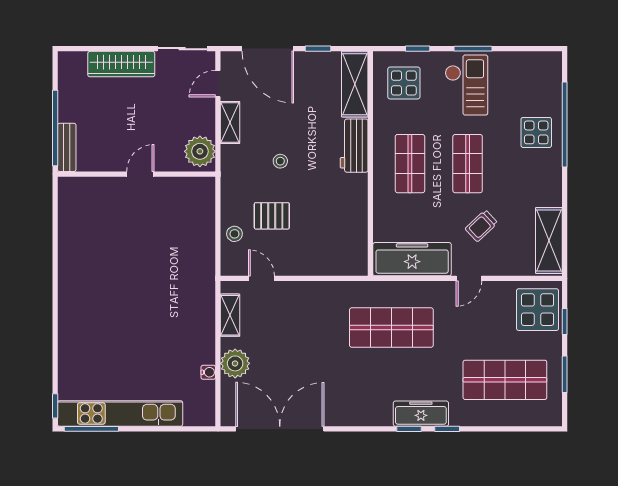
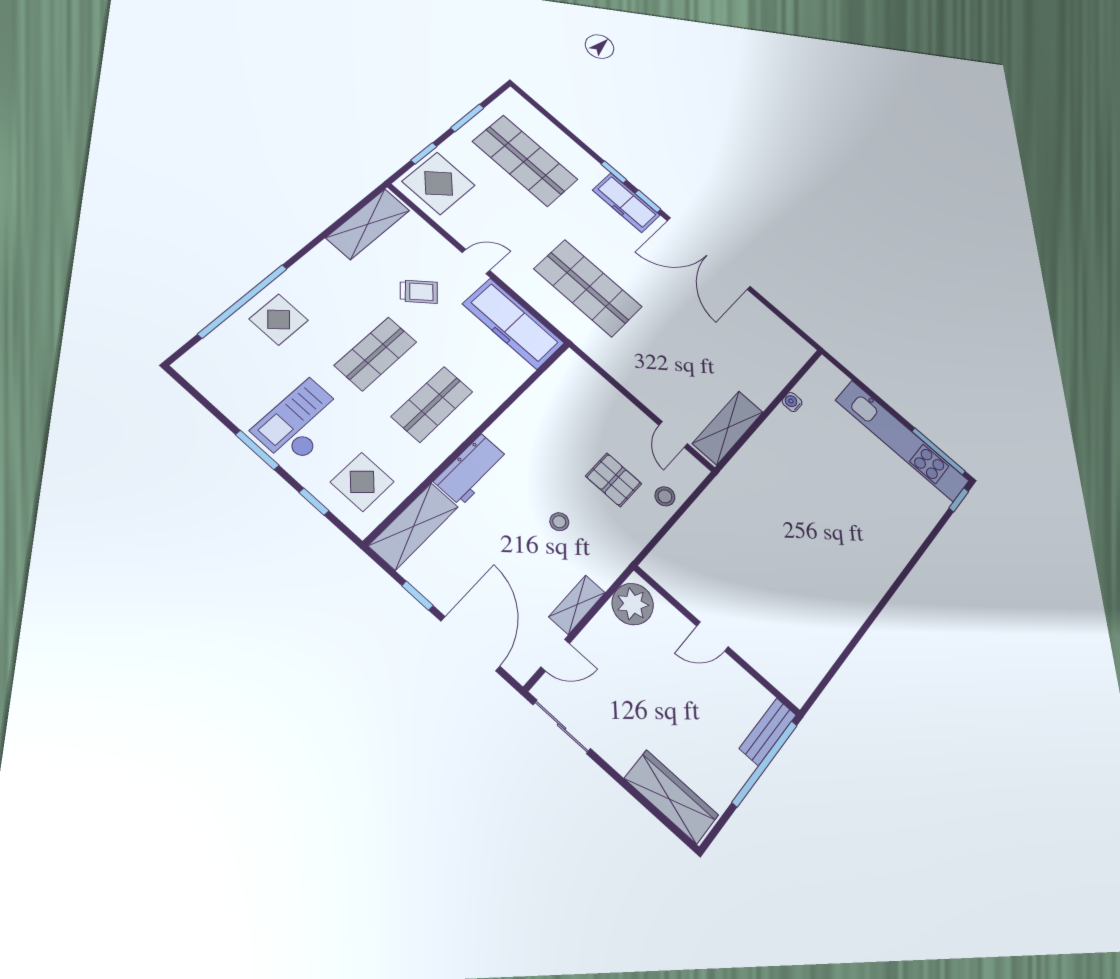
wardrobe: (121, 64) -> (671, 797), moved
shelving: (230, 315) -> (728, 428), width x1.50, depth x1.33
plant: (235, 363) -> (761, 387), removed
double door: (280, 429) -> (709, 253), moved

